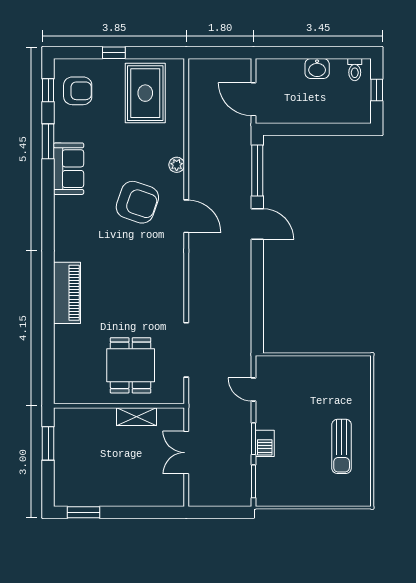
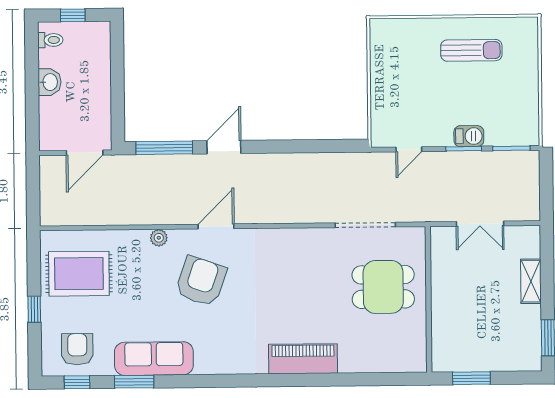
sofa: (69, 169) -> (154, 359), width x1.36
shelving: (137, 417) -> (531, 281), moved

